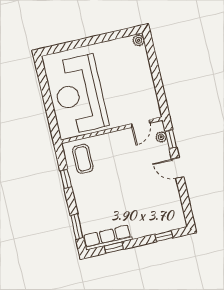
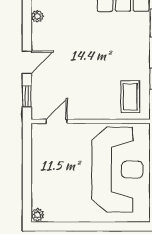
plant: (161, 137) -> (37, 16), moved
door: (178, 168) -> (27, 62), hinge flipped

